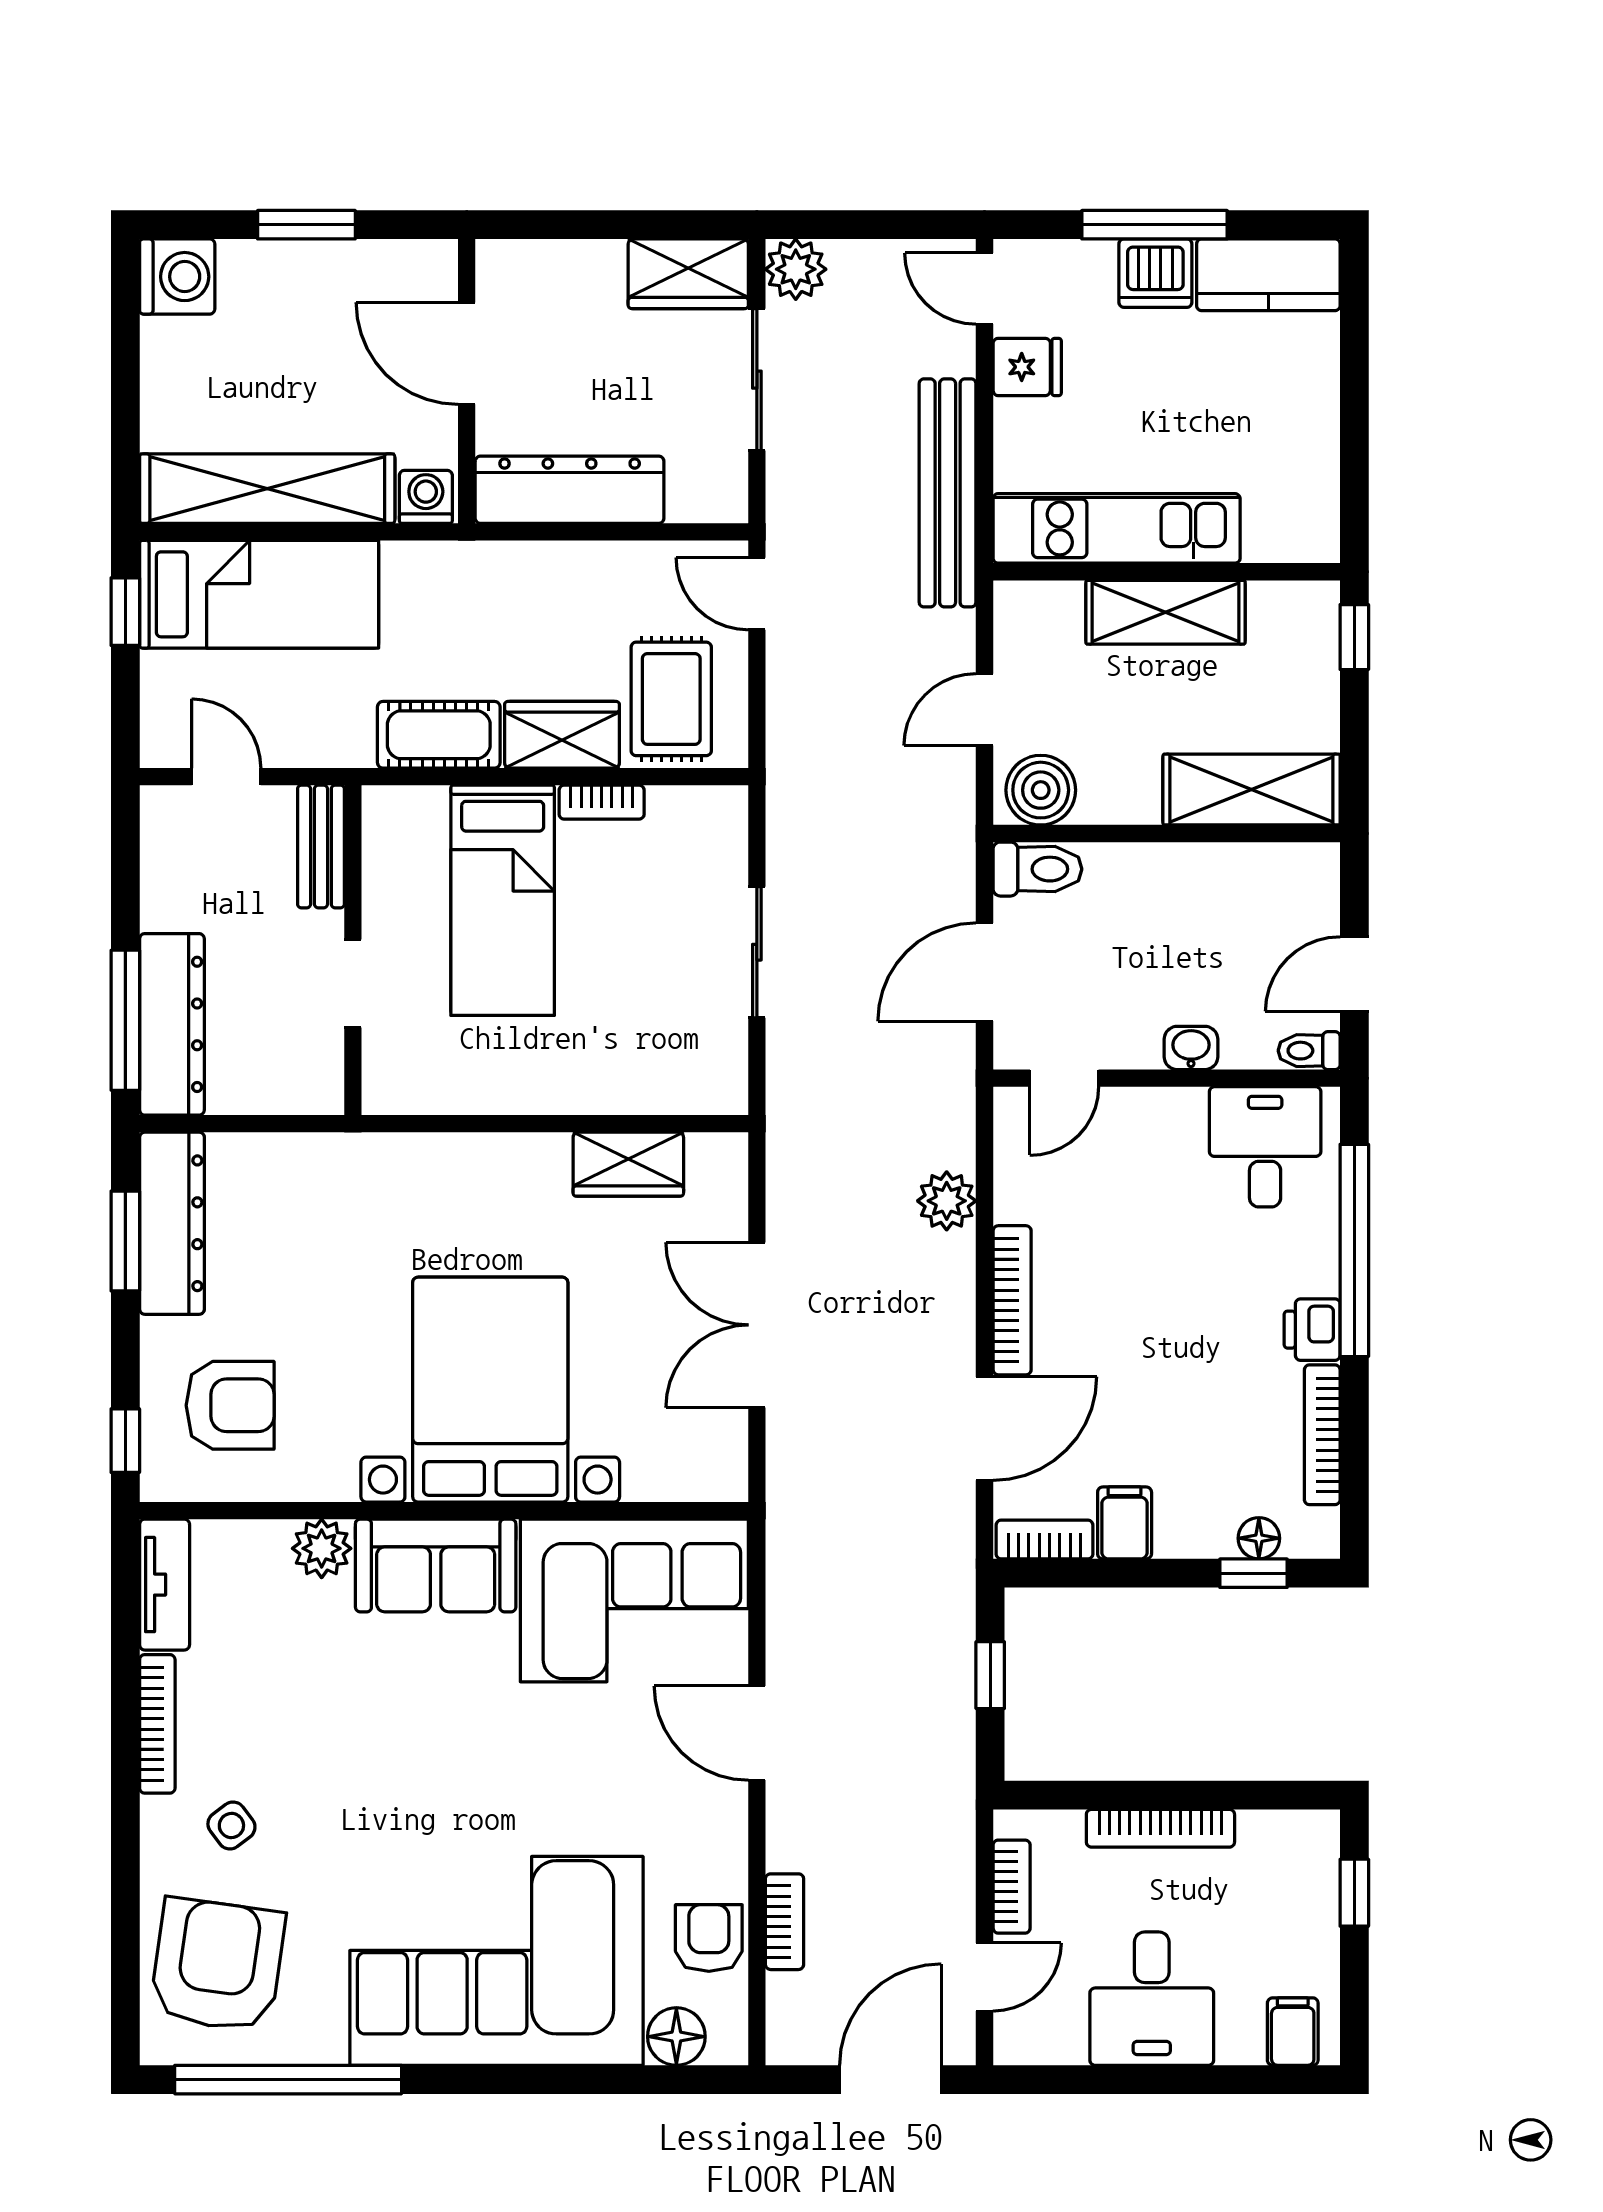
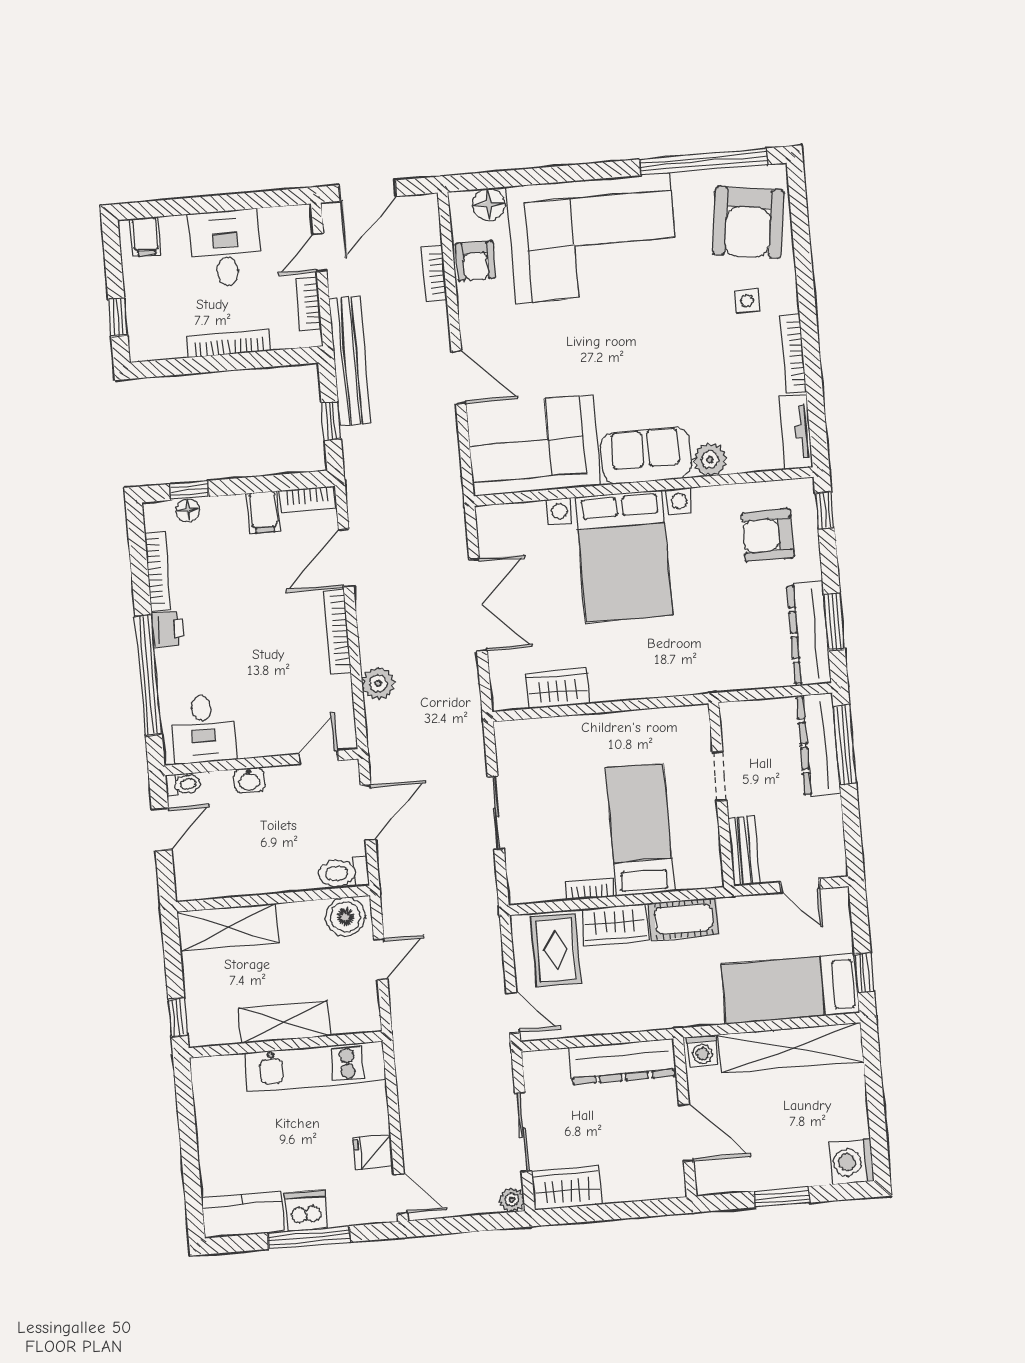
plant: (796, 269) -> (512, 1200), width x0.73, depth x0.73
bench: (948, 493) -> (350, 361), moved
side table: (231, 1825) -> (747, 301), turned 37

